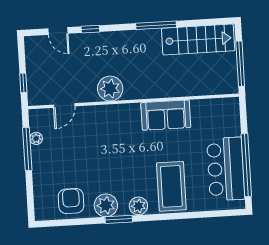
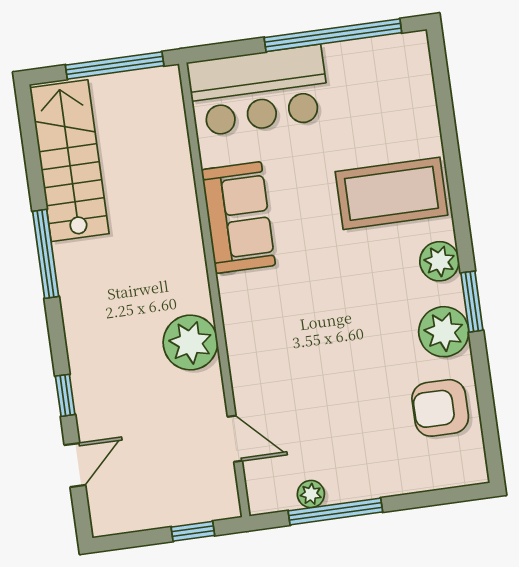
bar counter: (226, 169) -> (259, 91), moved

